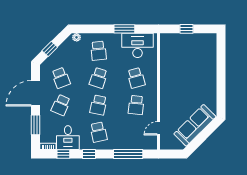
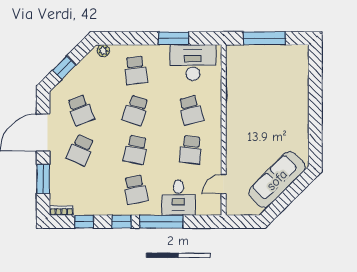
window: (186, 29) -> (265, 38), width x2.17
desk: (68, 138) -> (178, 198), moved
window: (128, 154) -> (161, 222), moved

